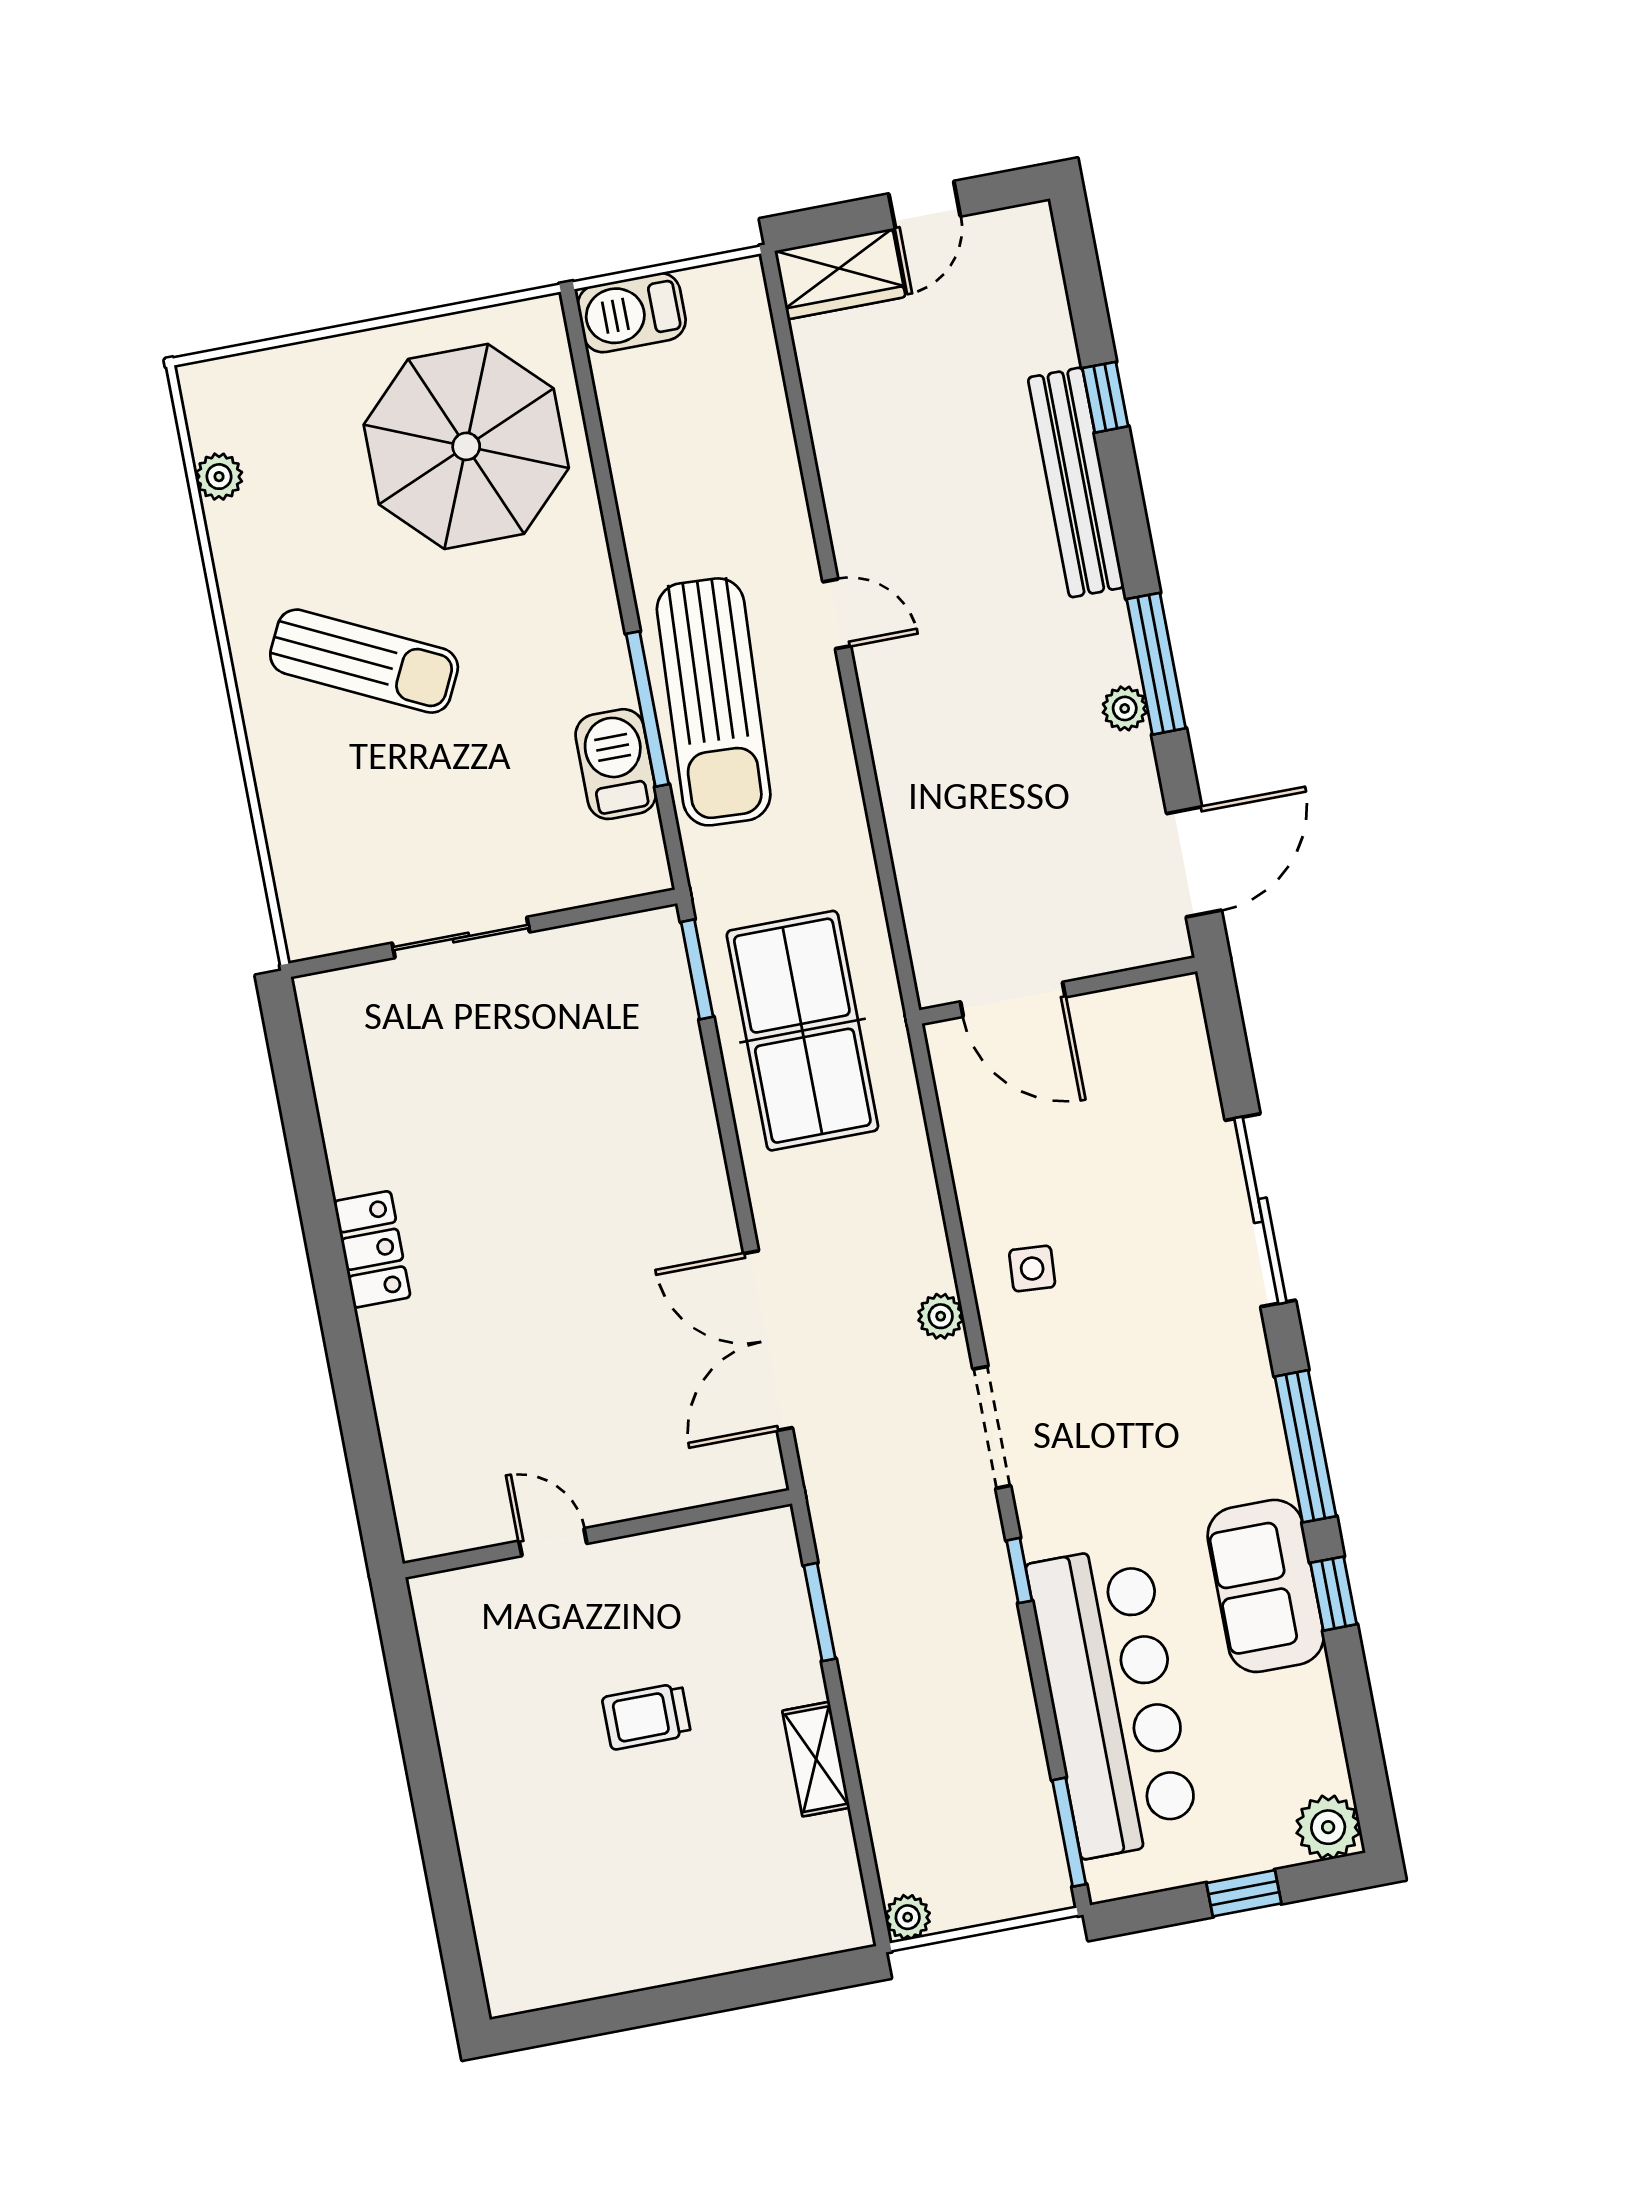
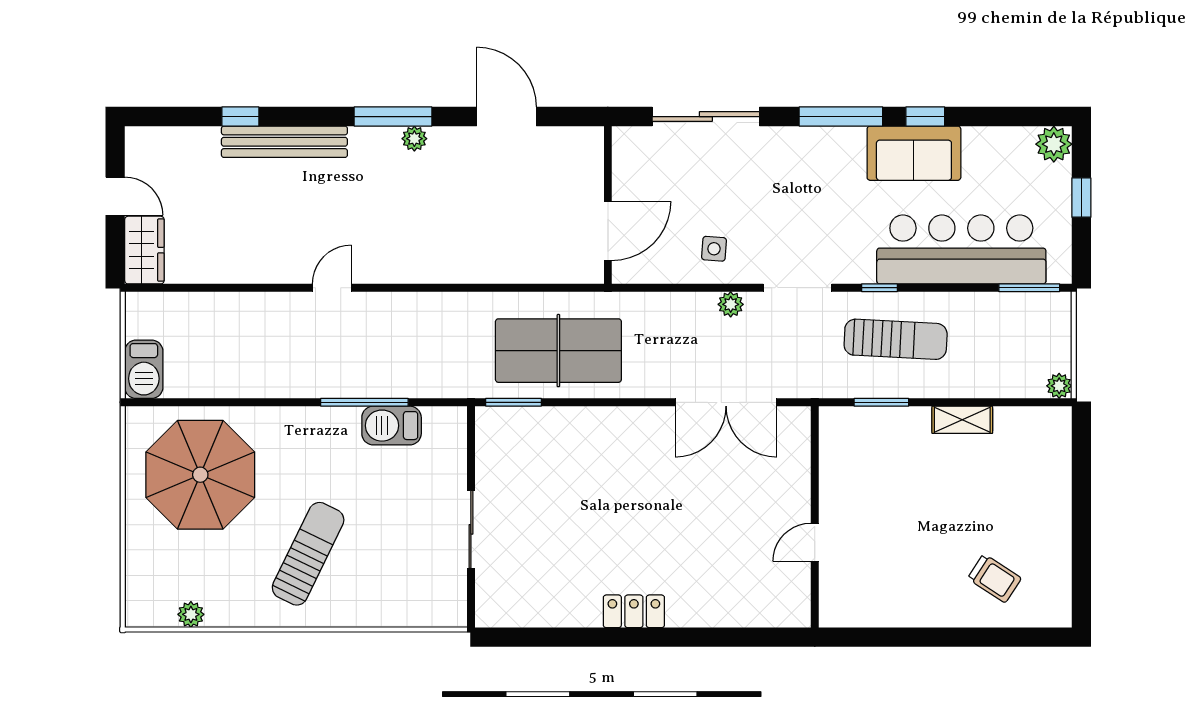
sun lounger: (714, 702) -> (896, 339), moved, width x0.73, depth x0.75
wall: (1058, 991) -> (608, 205), moved
door: (1013, 999) -> (608, 231), moved
trolley: (646, 1716) -> (994, 578), moved, turned -57

